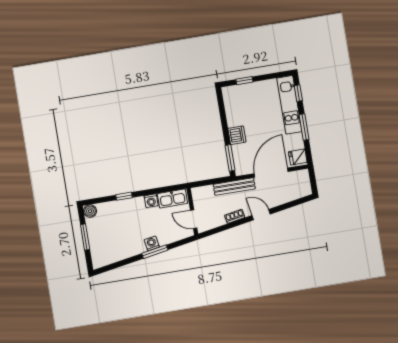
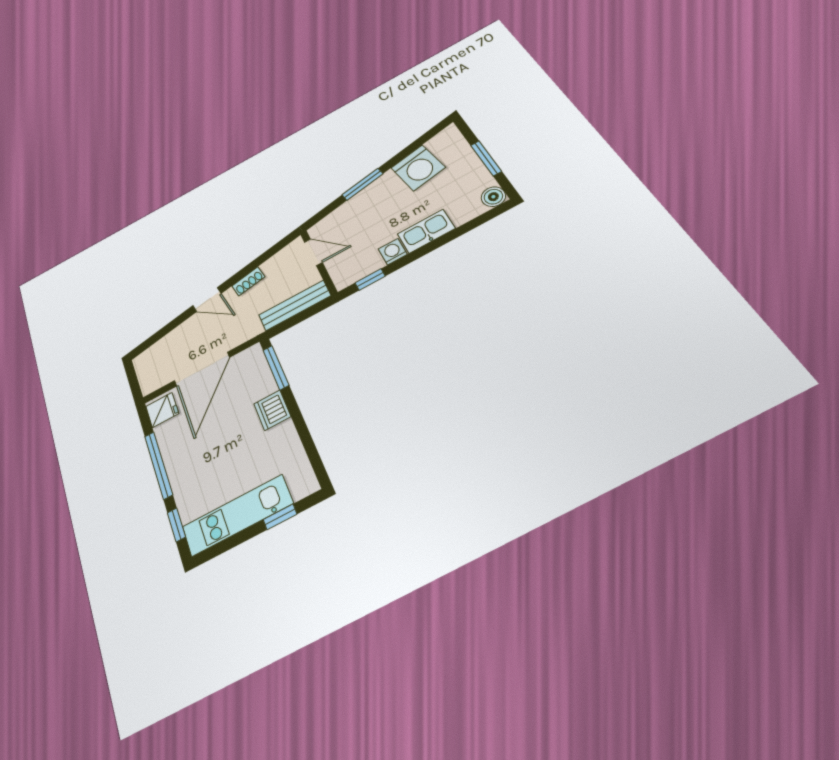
kitchen unit: (289, 105) -> (237, 515), moved, turned -90
window: (304, 127) -> (158, 465), width x1.44
bench: (234, 187) -> (295, 305), moved
window: (124, 196) -> (370, 280), moved
kitchen sink: (172, 199) -> (426, 231), moved
washing machine: (152, 243) -> (418, 168), moved, width x1.89, depth x1.89

